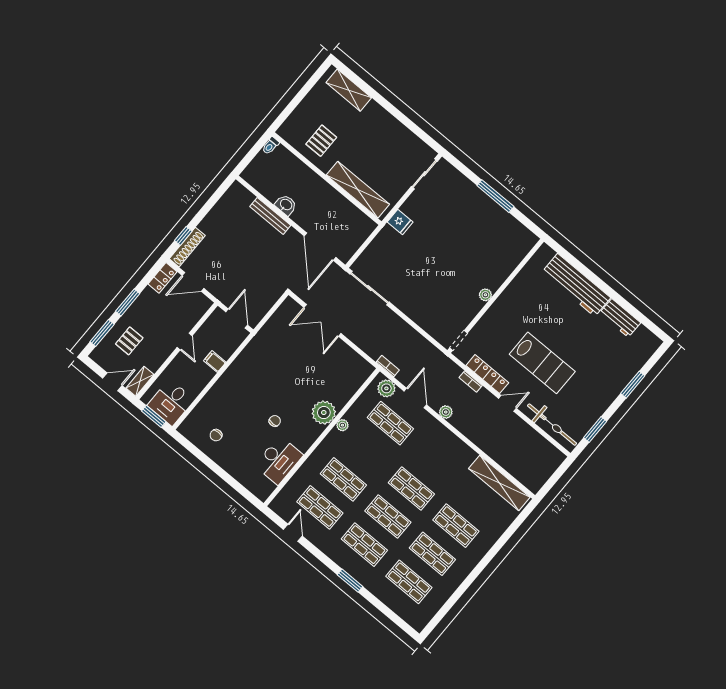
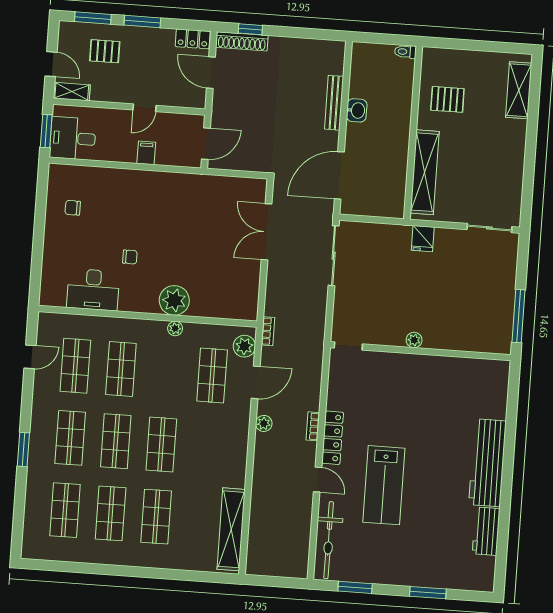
plant: (485, 295) -> (414, 340), moved
wall: (496, 296) -> (420, 351), moved
doorway: (459, 340) -> (348, 346), moved

